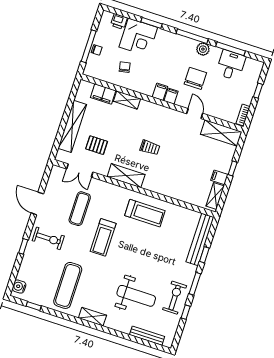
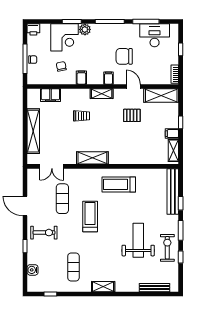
printer: (119, 21) -> (33, 29), moved
plant: (203, 49) -> (85, 29), moved
desk: (231, 65) -> (155, 35), width x1.37
chair: (195, 78) -> (124, 56), turned -90
filing cabinet: (160, 92) -> (81, 78), moved
shelving: (127, 100) -> (102, 94), moved
pallet: (97, 145) -> (132, 115), moved
trolley: (150, 148) -> (81, 116), moved
treadmill: (145, 213) -> (119, 184), turned 180
treadmill: (103, 237) -> (90, 217), turned 180
exercise mat: (68, 285) -> (73, 267), width x0.73, depth x0.69
water cooler: (19, 287) -> (33, 270), moved
weight bench: (136, 296) -> (138, 240), moved, turned -90

